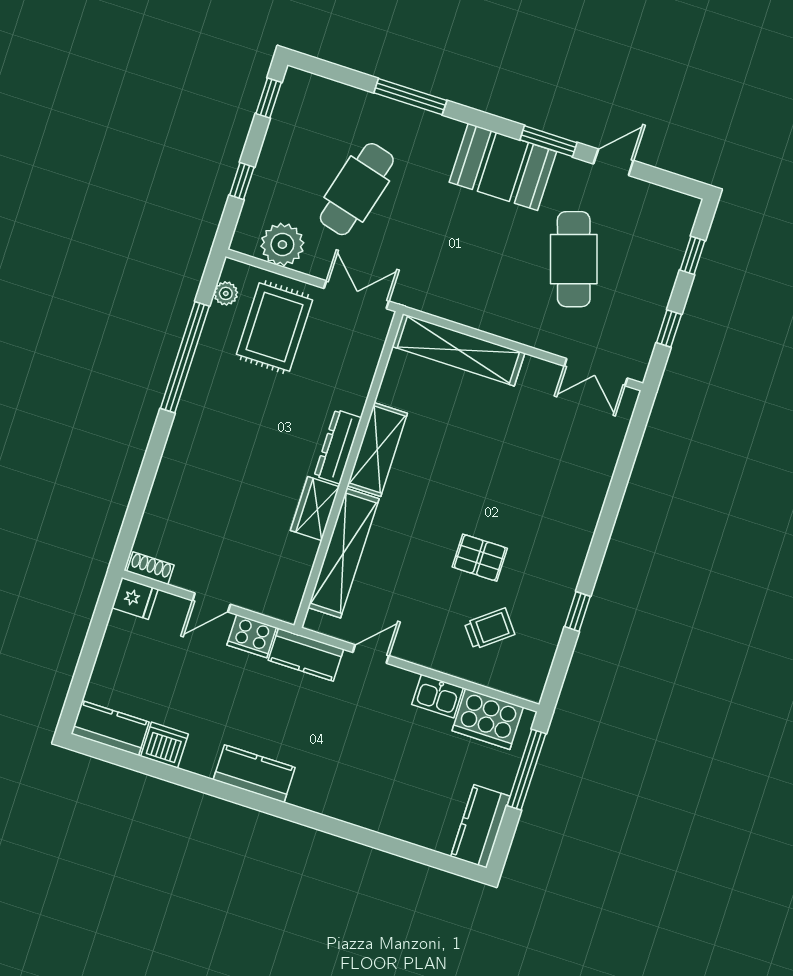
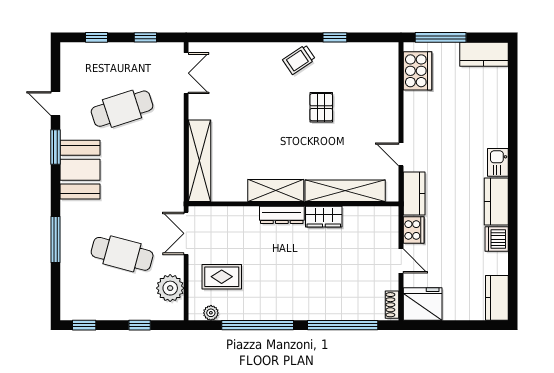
rug: (274, 327) -> (222, 277), width x0.73, depth x0.70
window: (144, 484) -> (343, 325), added
fridge: (135, 598) -> (423, 304), width x1.88, depth x1.34
trolley: (490, 629) -> (299, 60), moved, turned -86
kitchen sink: (438, 696) -> (498, 162), moved, turned 180
dishwasher: (164, 745) -> (497, 239), moved

